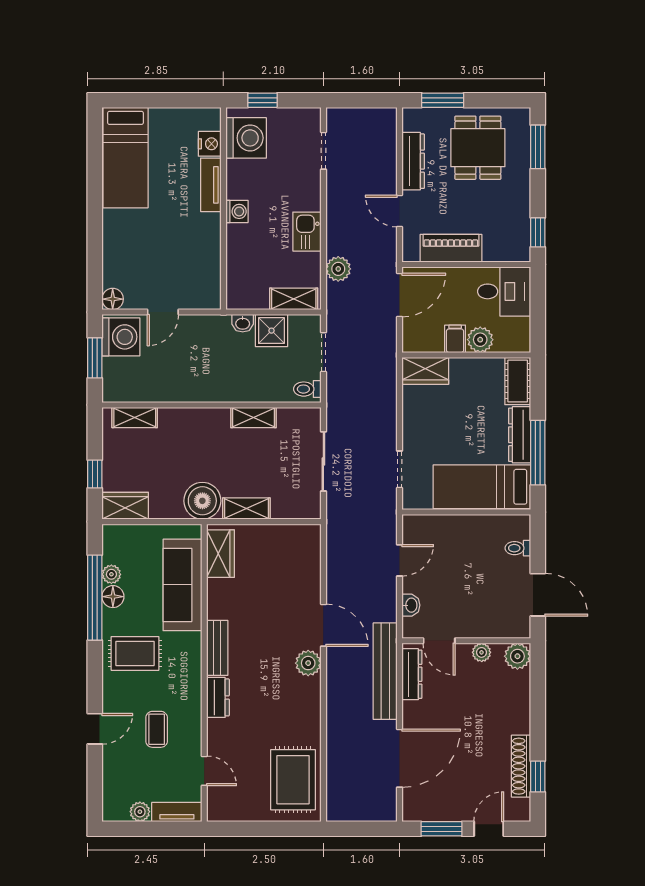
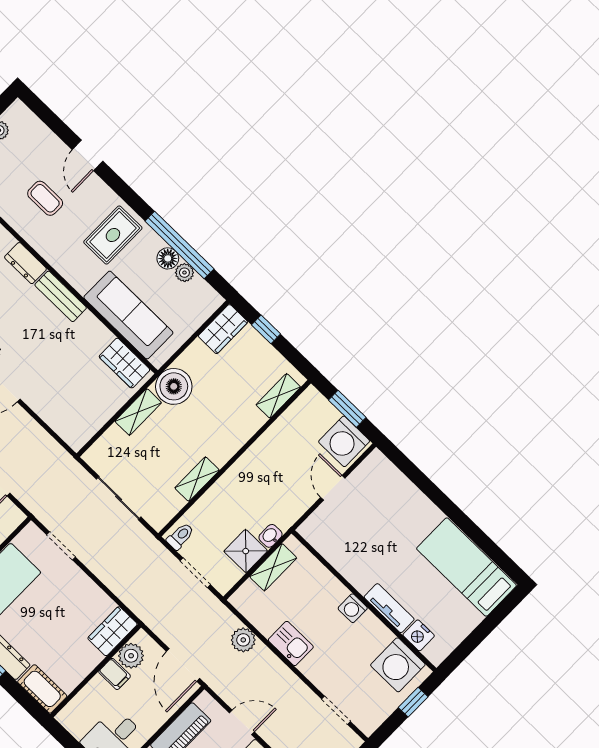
floor lamp: (113, 299) -> (376, 461), removed
shelving: (294, 299) -> (273, 567), moved
plant: (480, 340) -> (131, 656), moved

